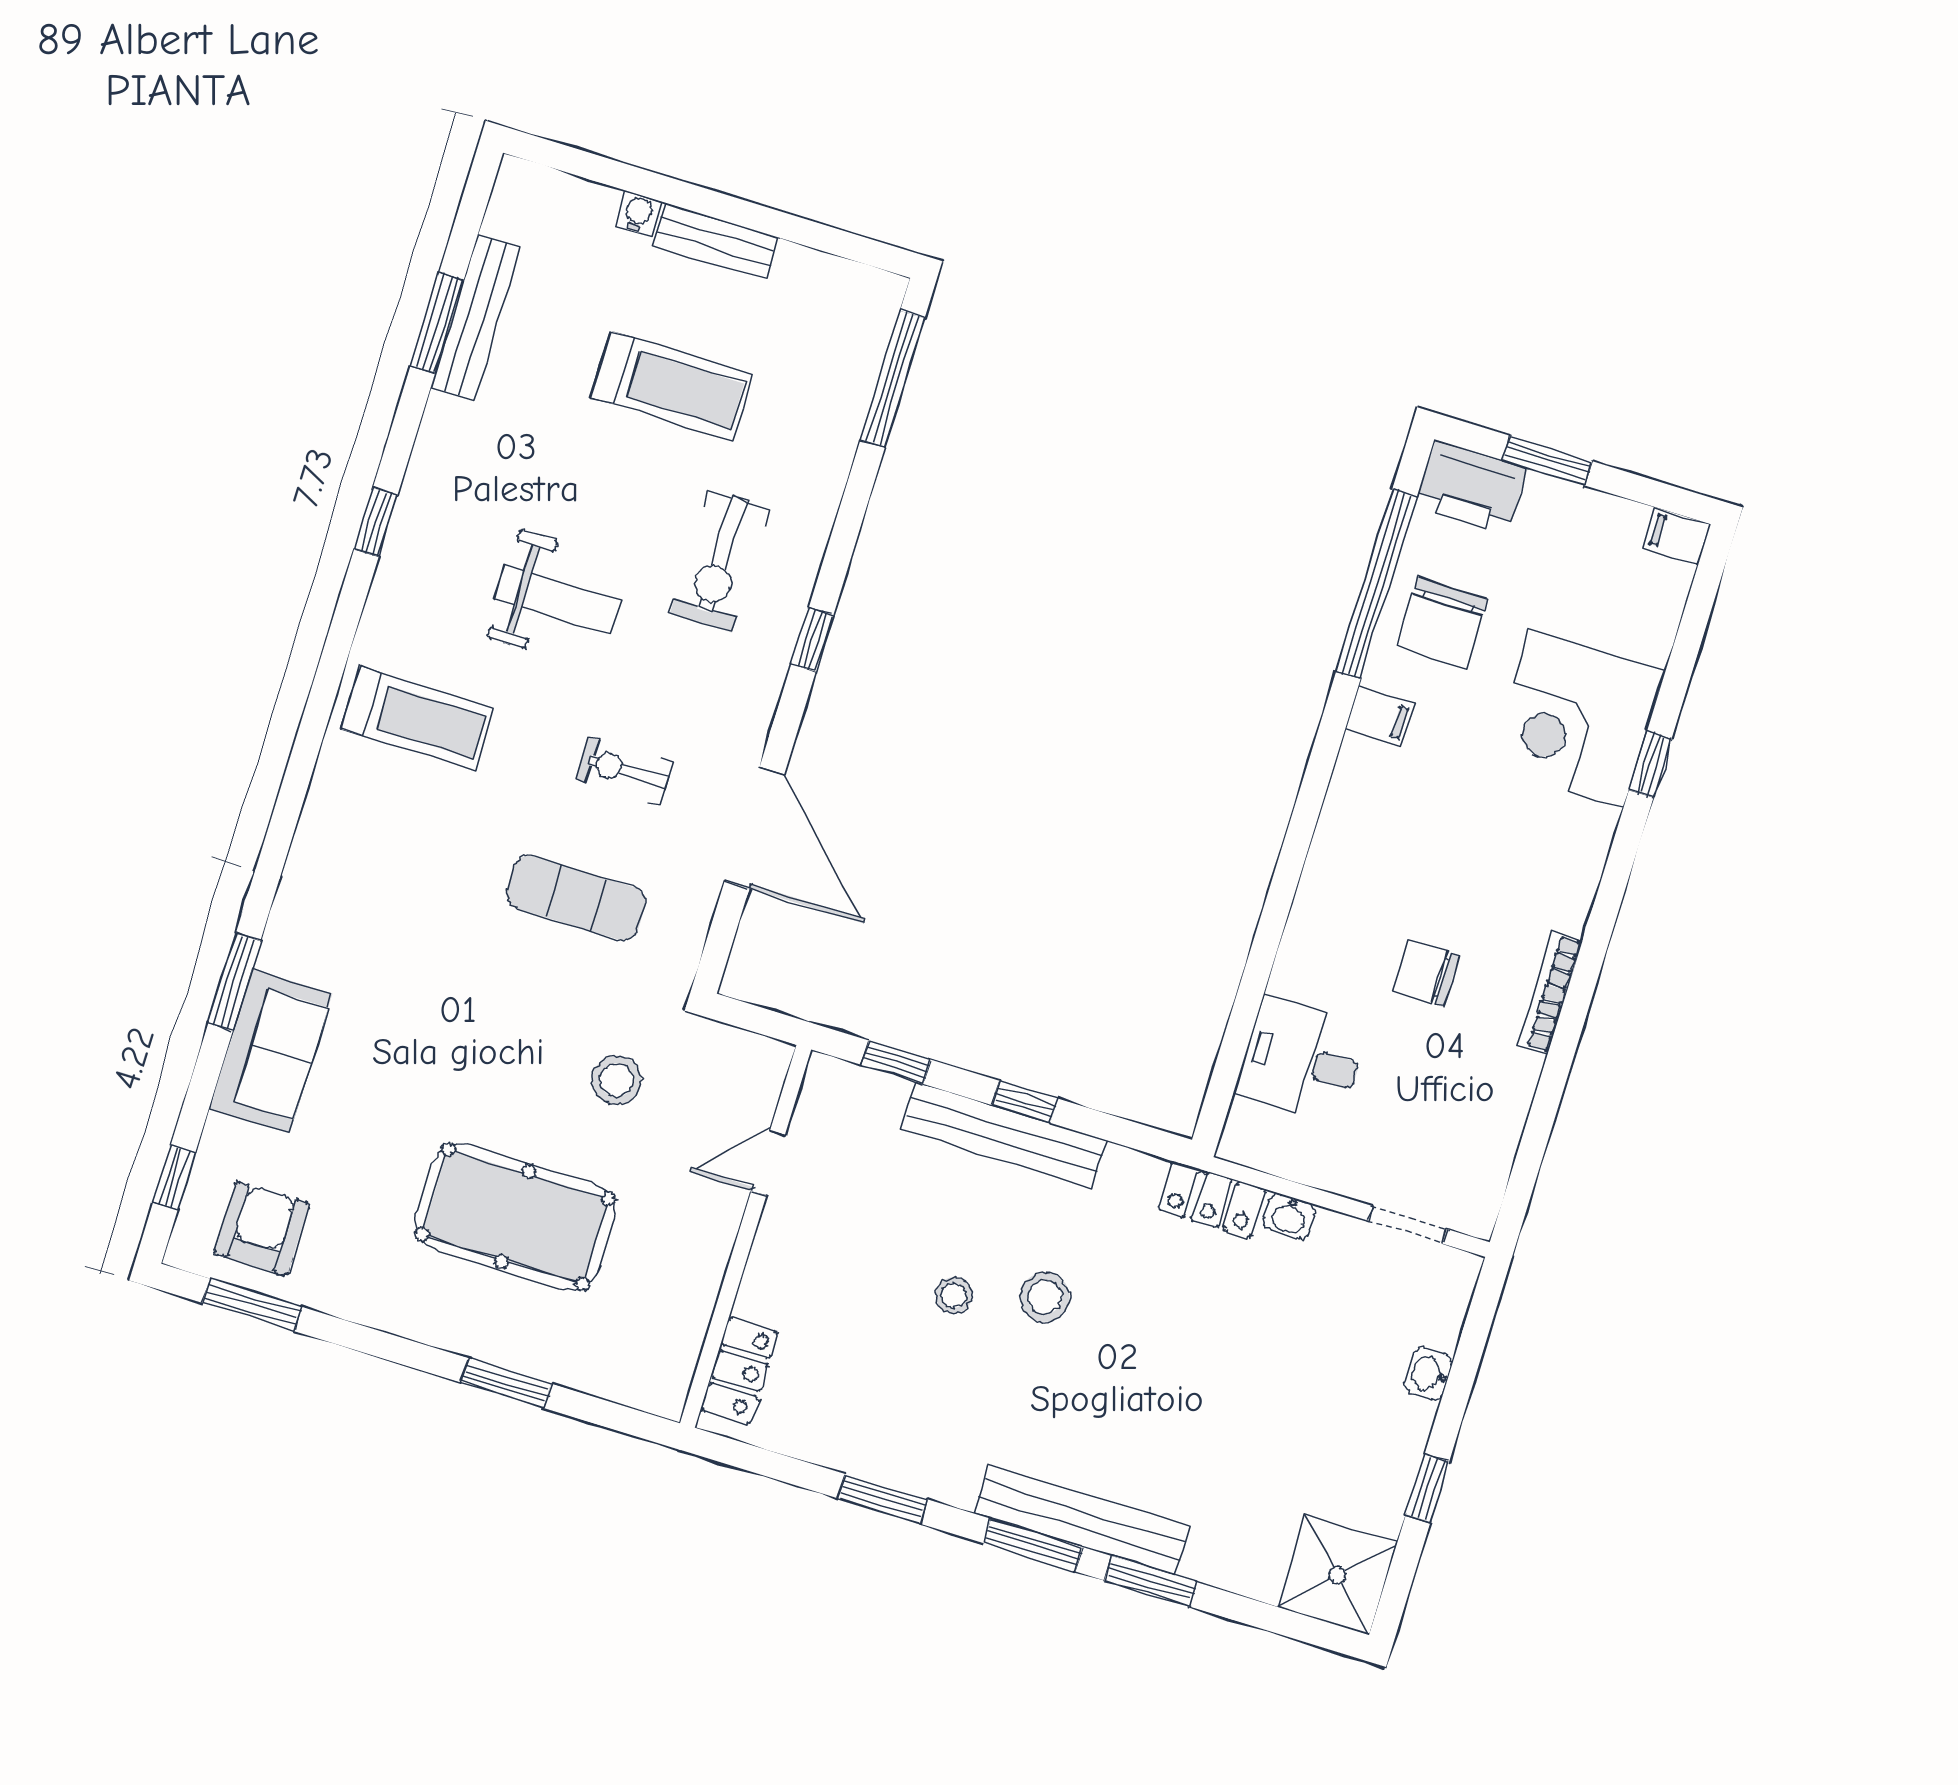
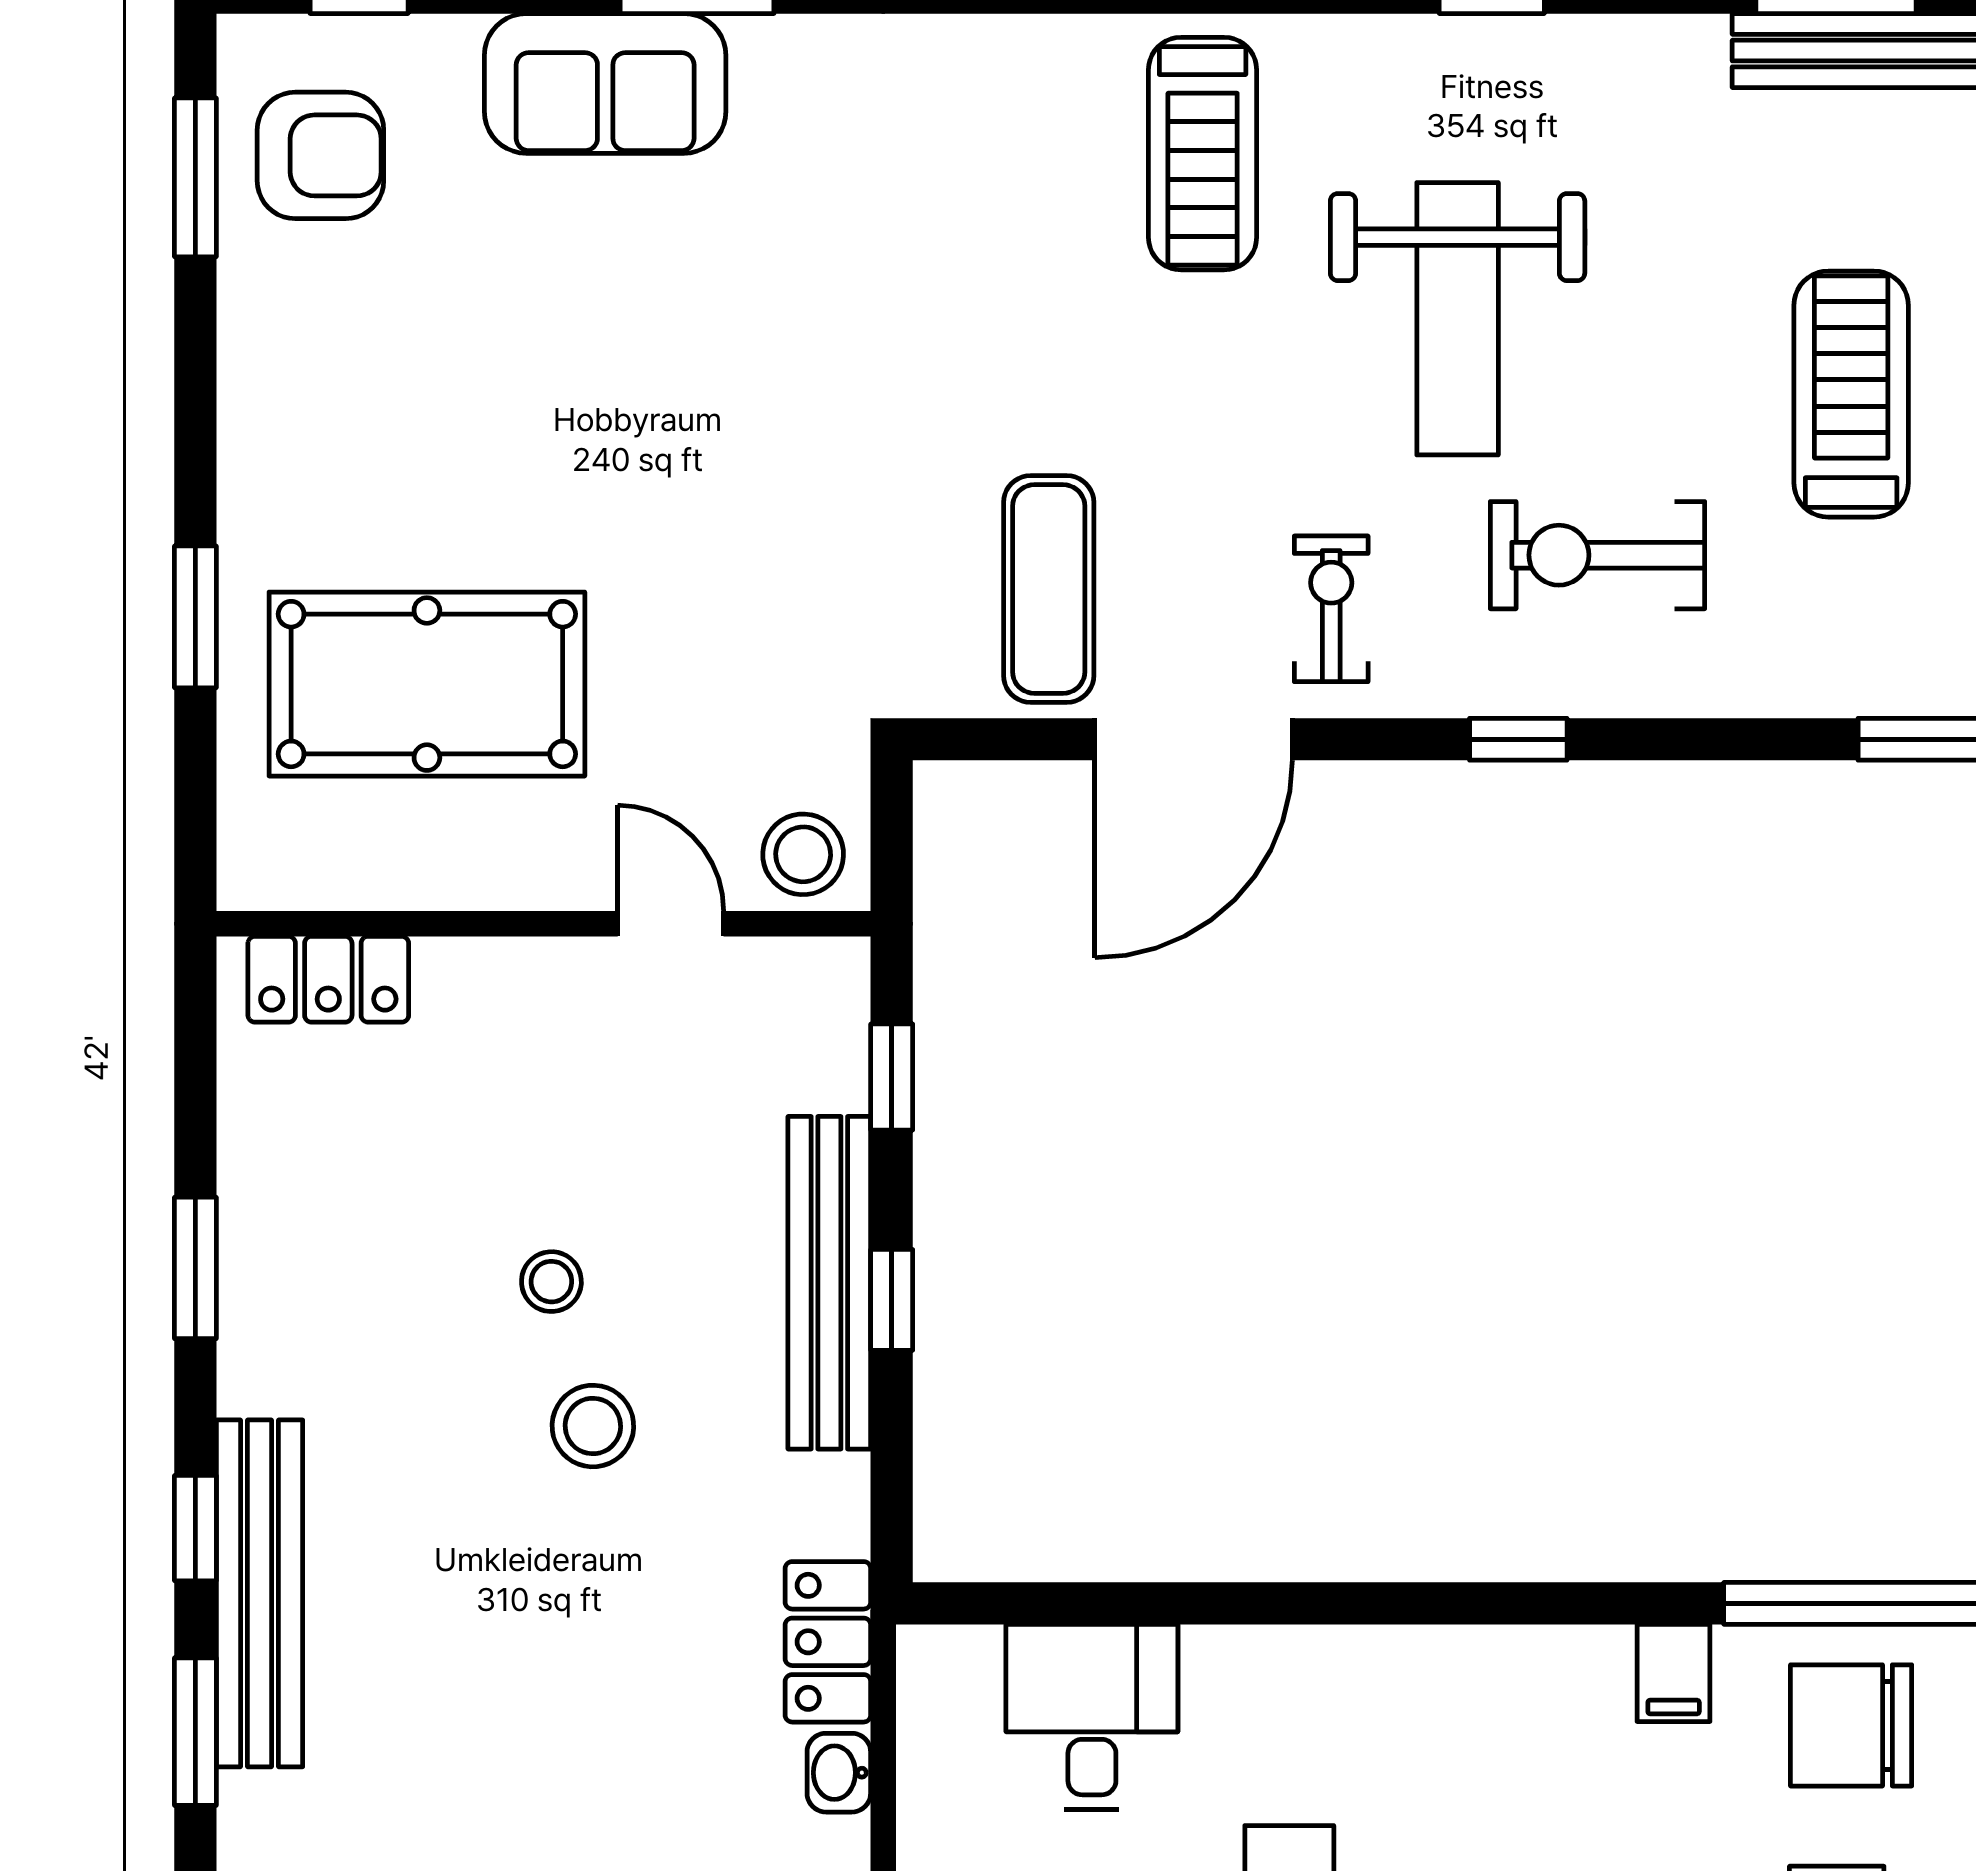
treadmill: (672, 386) -> (1851, 394), turned 180
weight bench: (558, 600) -> (1458, 319), width x1.36, depth x1.33
exercise bike: (624, 770) -> (1331, 609), moved
exercise mat: (576, 898) -> (1049, 589), moved
stool: (617, 1080) -> (803, 854), moved
pool table: (515, 1217) -> (427, 684), moved, turned 90
window: (1033, 1545) -> (195, 1528), width x0.67

